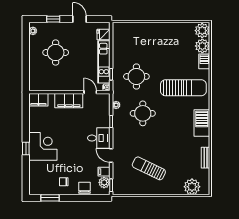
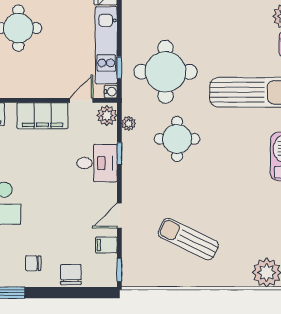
round table: (136, 76) -> (166, 72), width x1.36, depth x1.36
door: (90, 92) -> (81, 100), hinge flipped
desk: (99, 138) -> (97, 163), moved
door: (111, 155) -> (119, 216), hinge flipped
plant: (104, 182) -> (107, 115), moved

